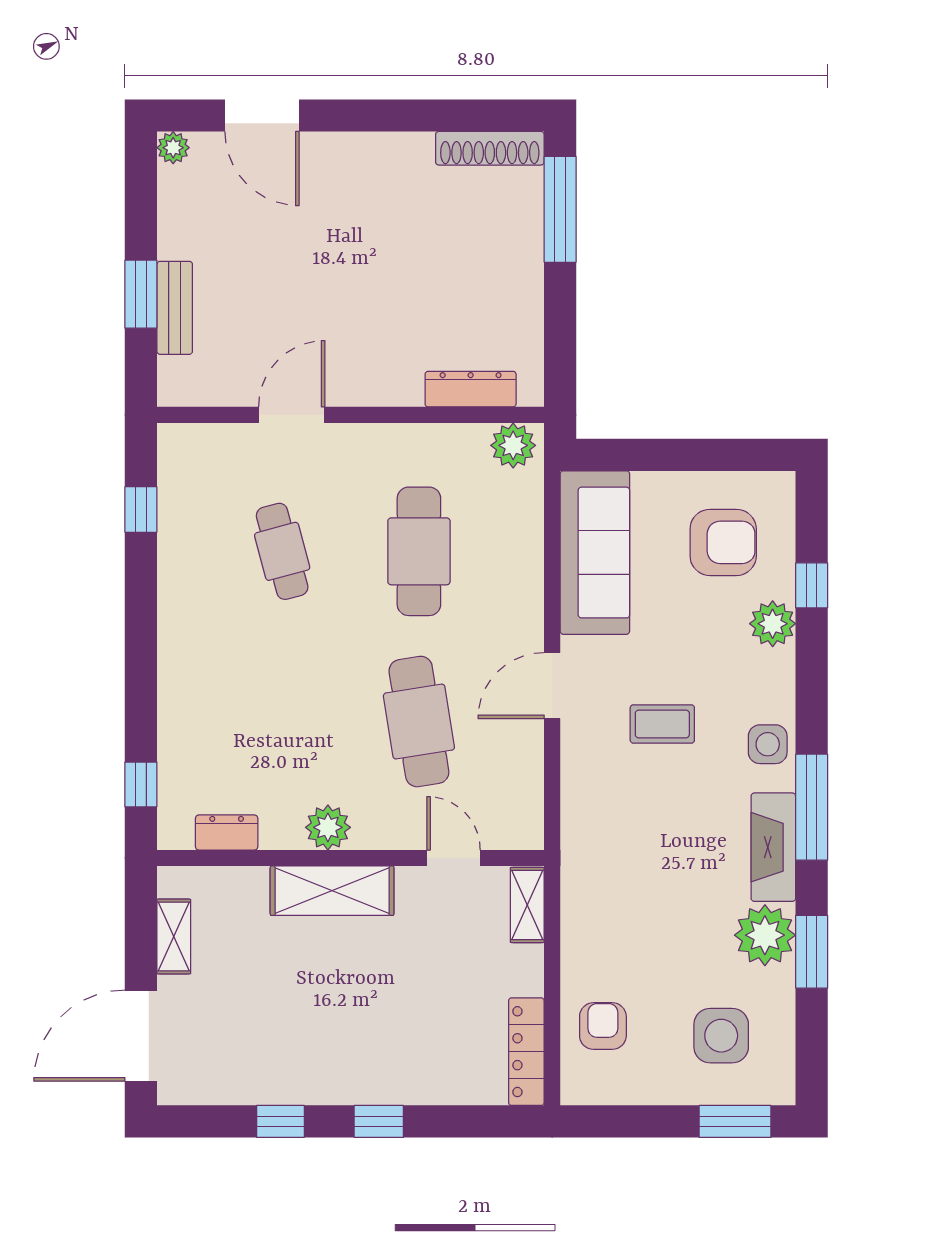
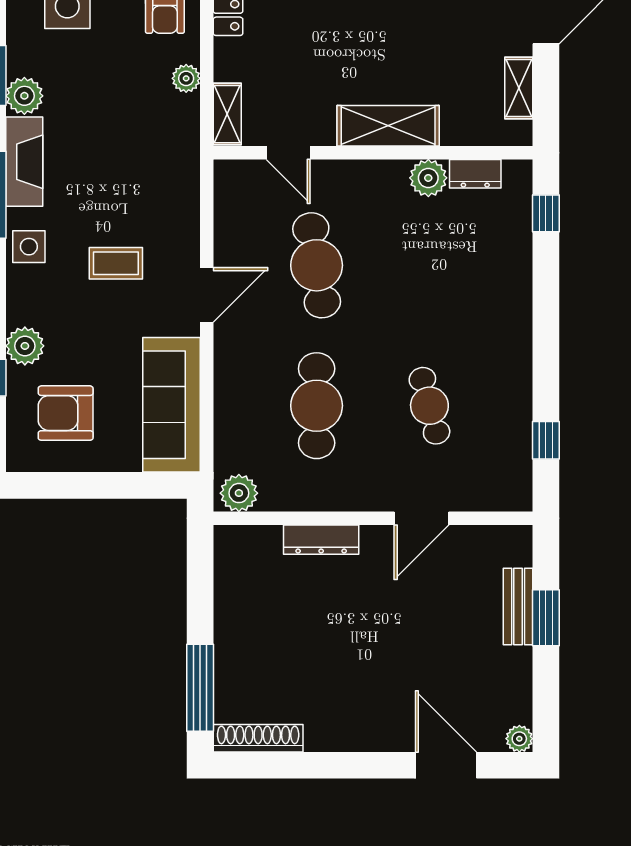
dresser: (471, 389) -> (321, 540), moved
plant: (328, 827) -> (428, 178), moved
plant: (765, 935) -> (24, 96), width x0.73, depth x0.73
plant: (577, 948) -> (186, 78), added

